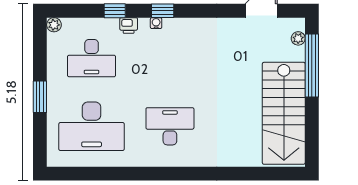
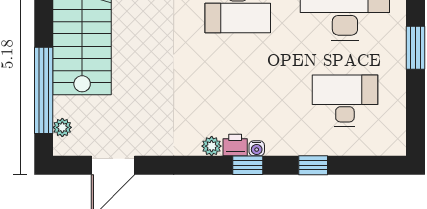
plant: (54, 25) -> (212, 146), moved
printer: (129, 26) -> (235, 145), moved

